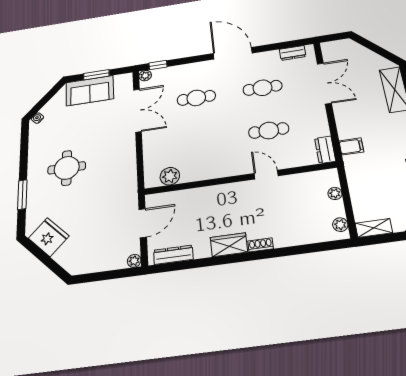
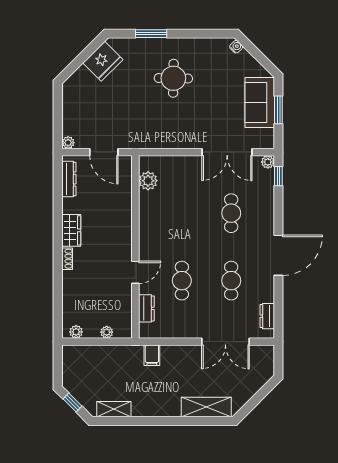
dresser: (325, 150) -> (146, 308), moved, turned 90
shelving: (374, 228) -> (69, 360), removed

